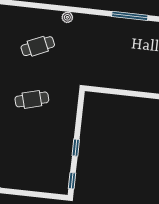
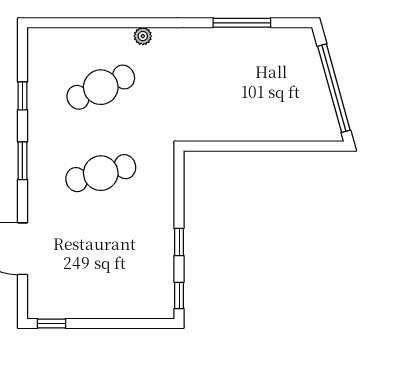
cafe table: (38, 46) -> (101, 87), width x1.37, depth x1.35
cafe table: (32, 99) -> (101, 173), width x1.37, depth x1.35

